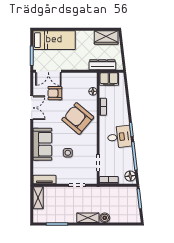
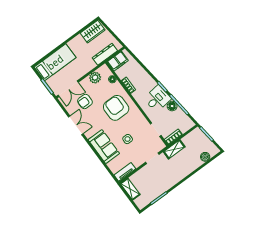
plant: (79, 79) -> (95, 78), added
armchair: (78, 118) -> (116, 108), turned 50
floor lamp: (130, 176) -> (172, 106), moved
shelving: (88, 218) -> (174, 149), moved
boiler: (105, 218) -> (205, 157), moved

